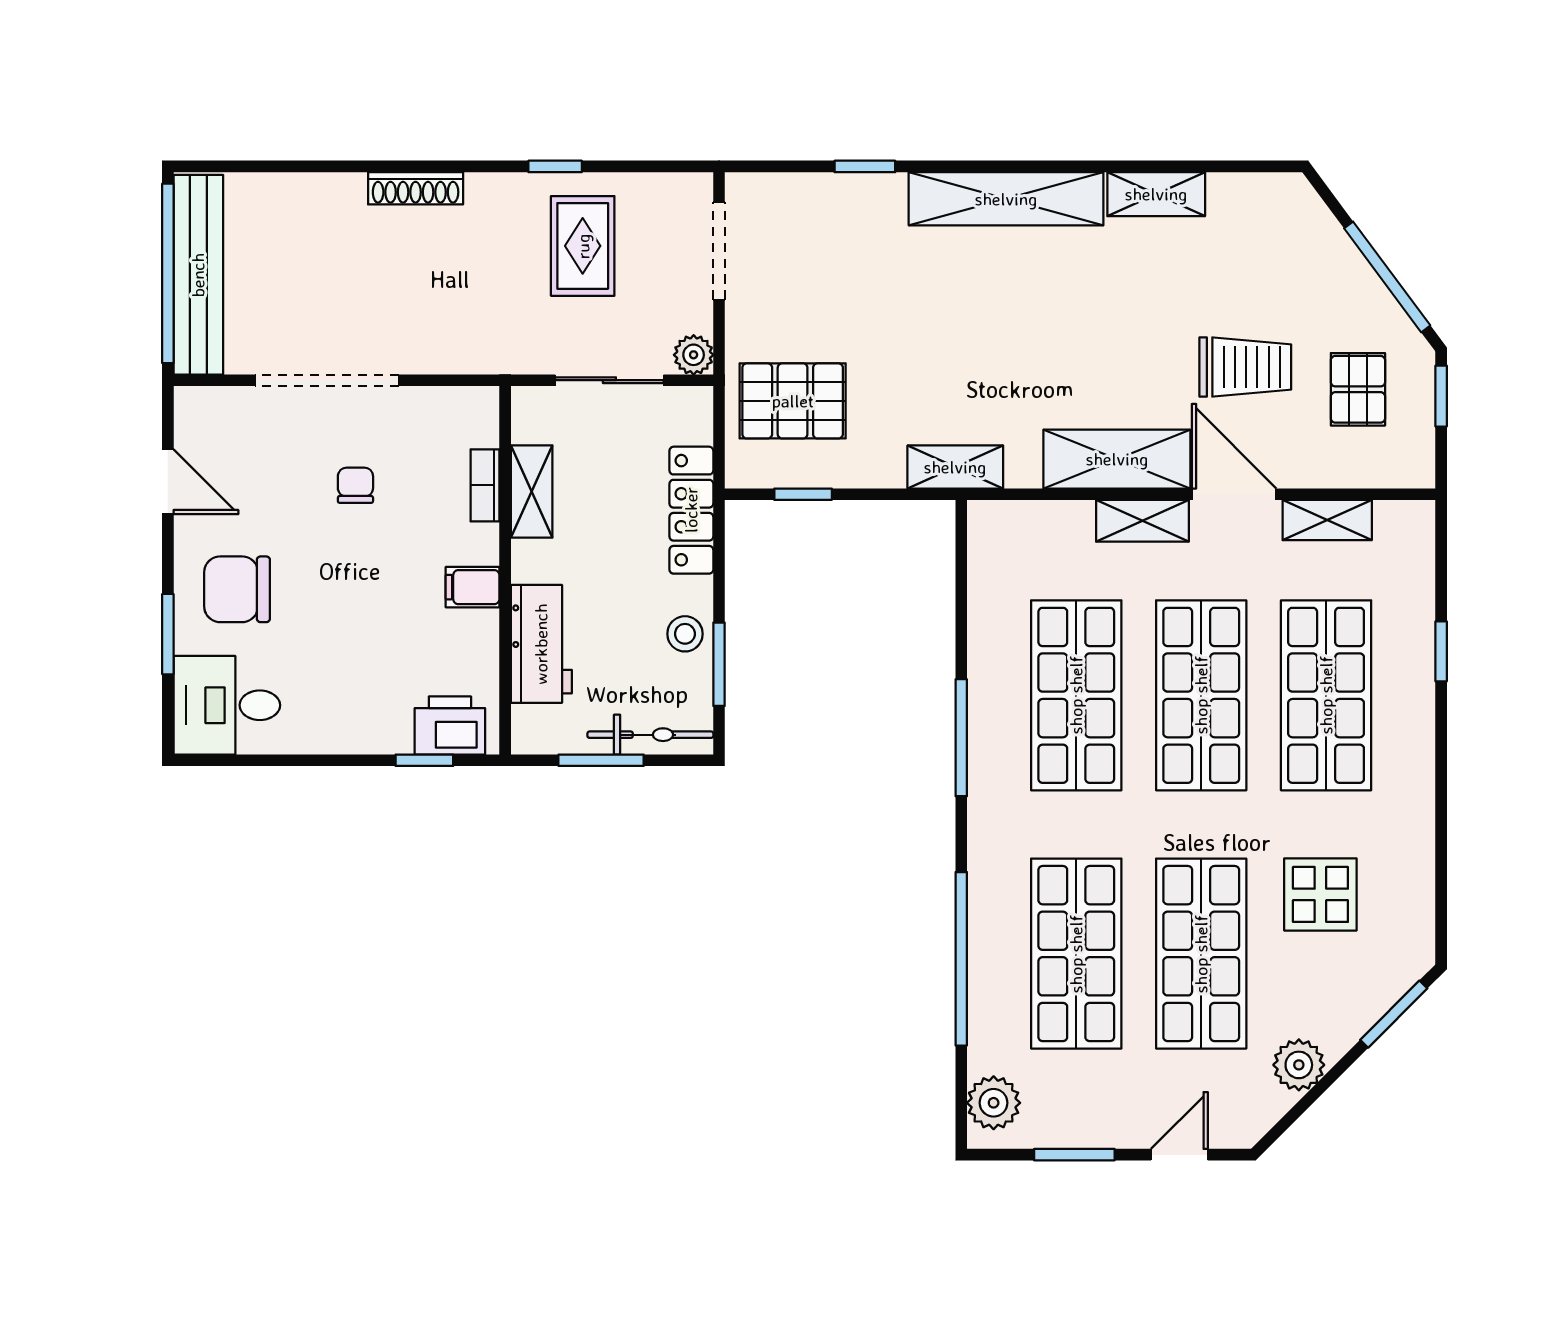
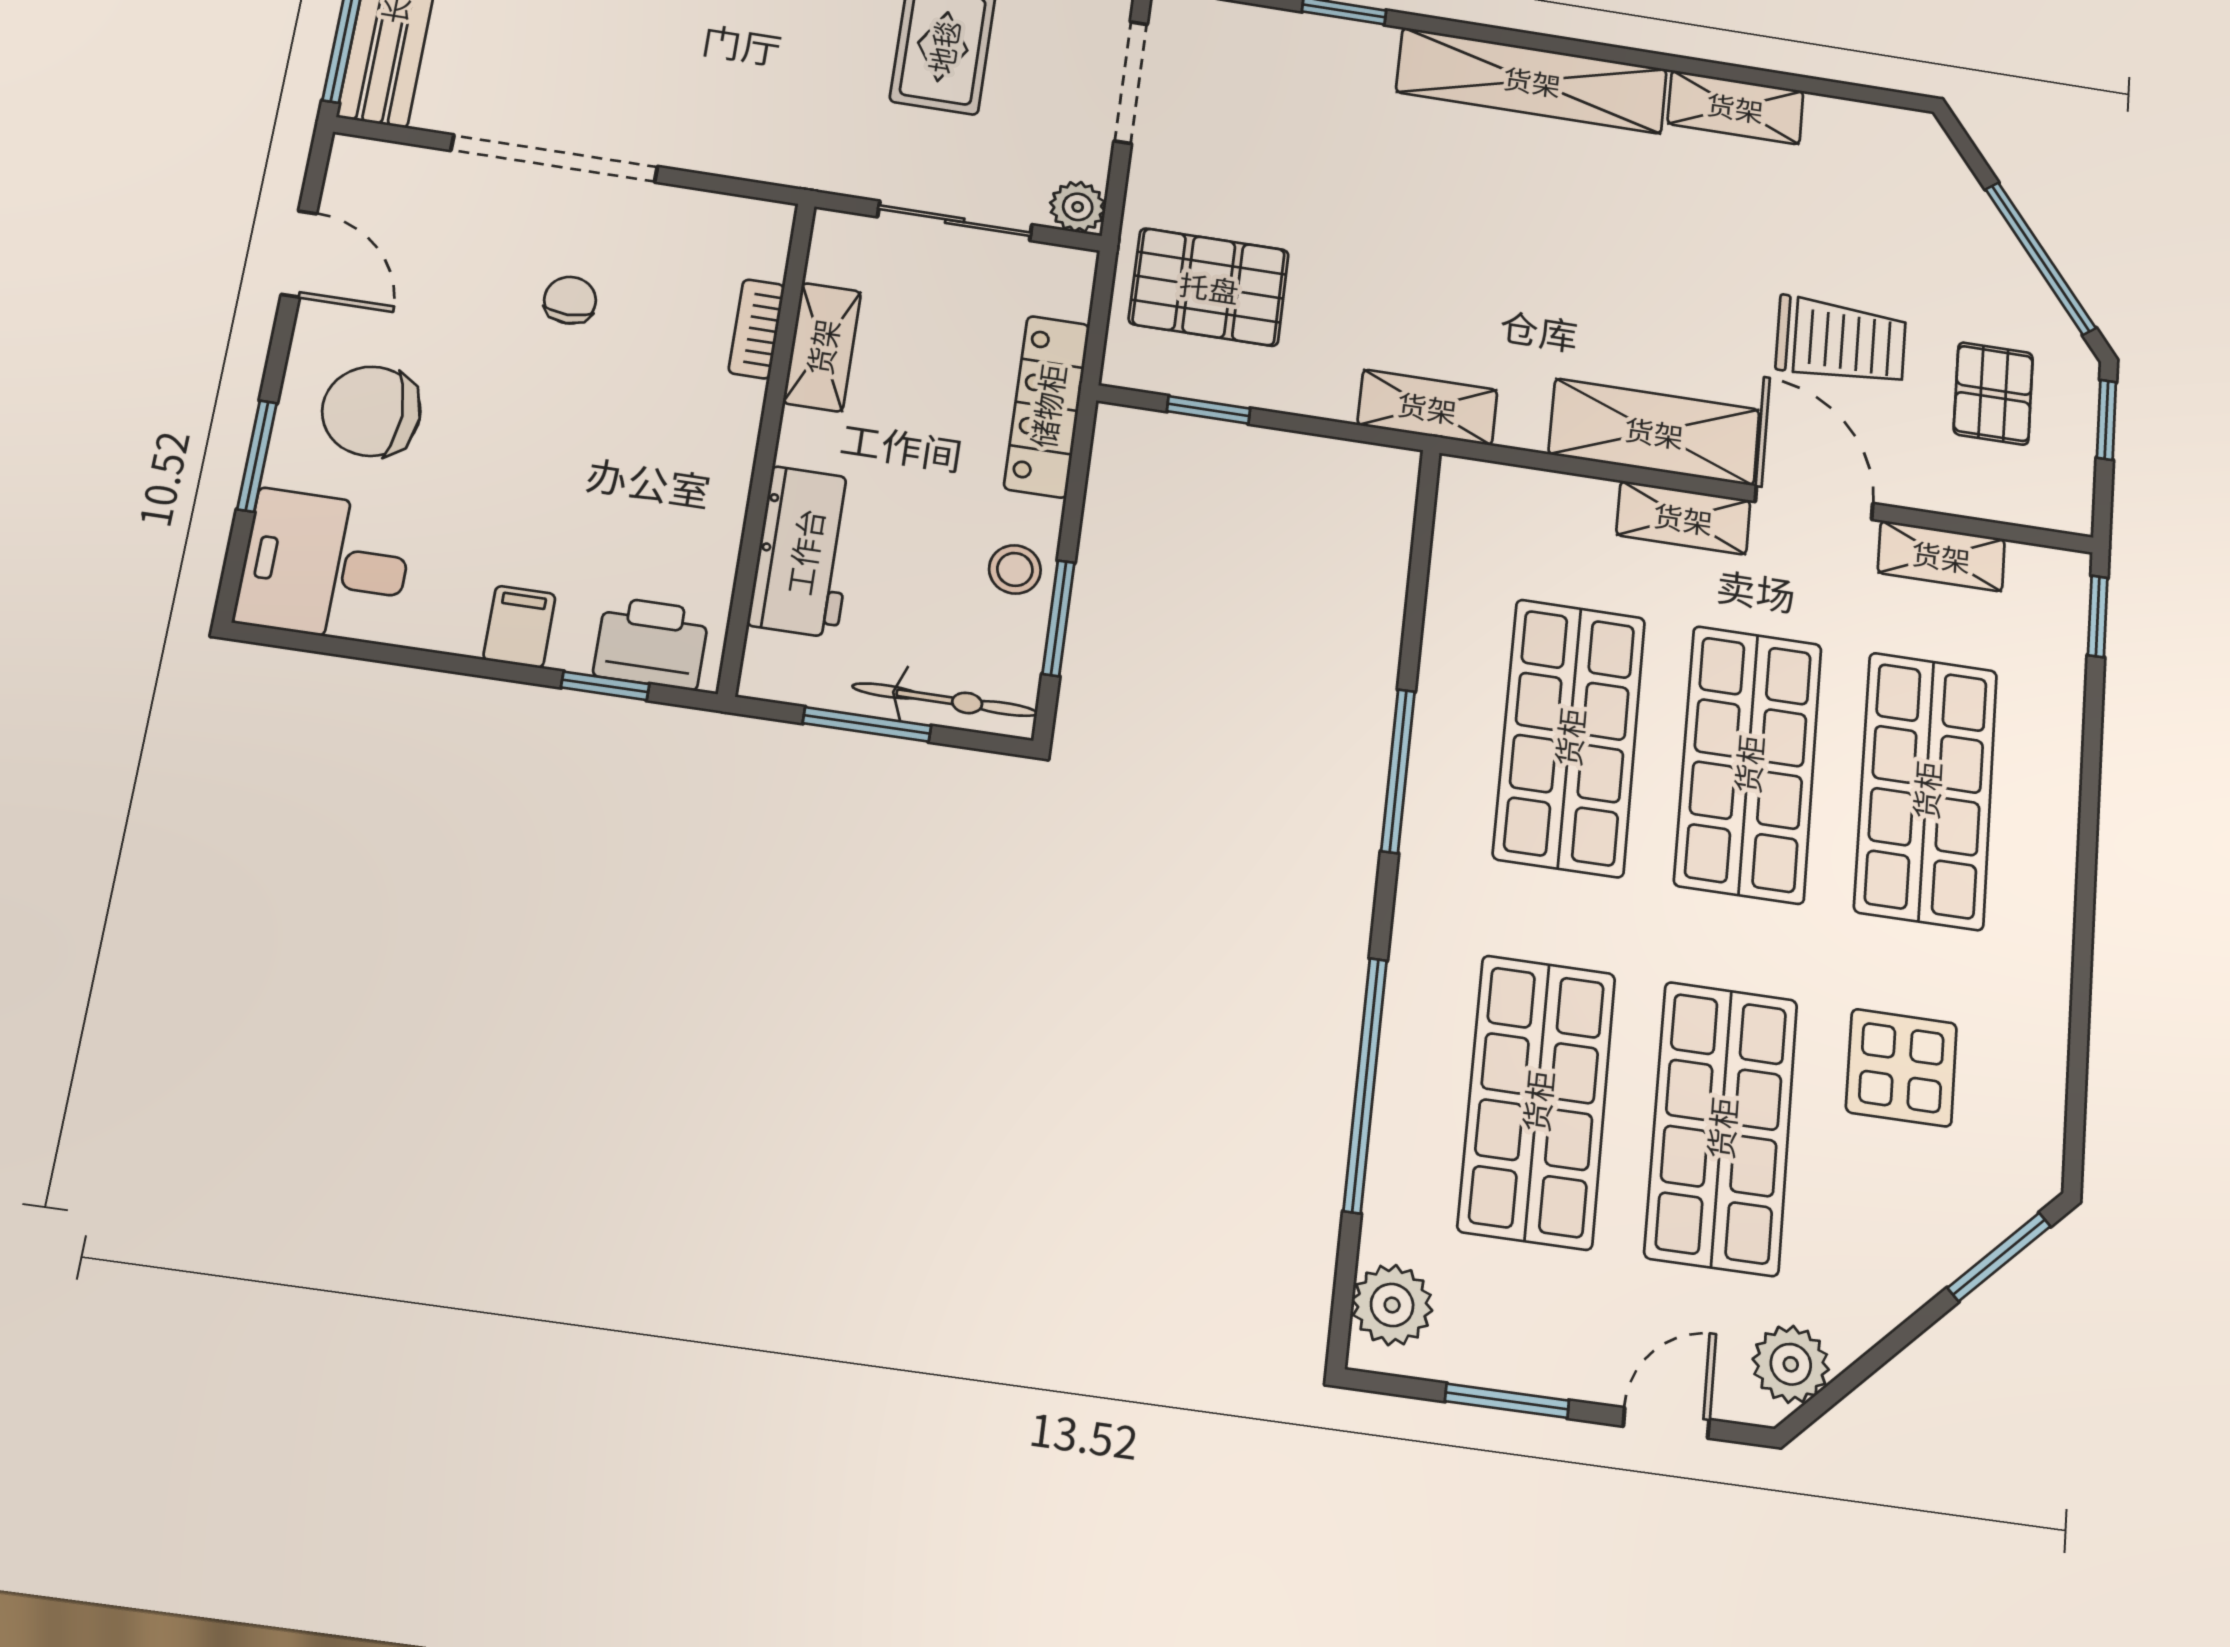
filing cabinet: (473, 587) -> (519, 627), moved, turned 90
window: (1441, 651) -> (2098, 616), moved
plant: (1299, 1065) -> (1791, 1364), moved

